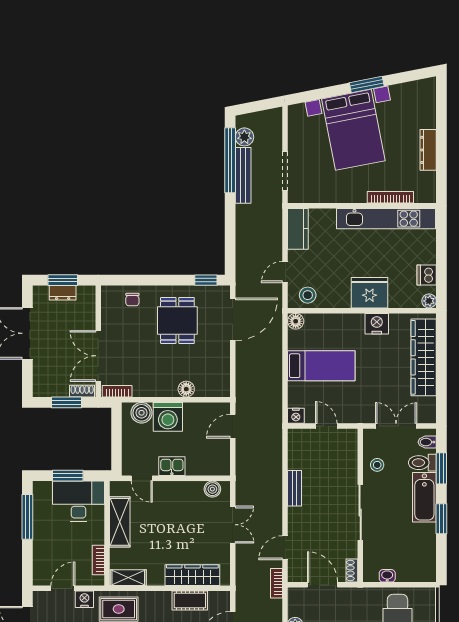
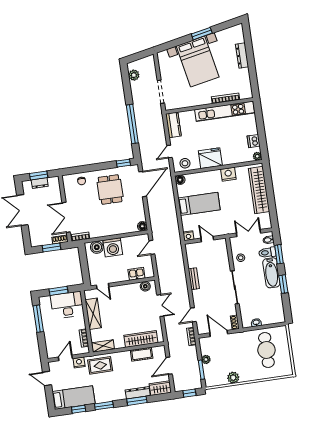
dresser: (428, 150) -> (242, 56), moved
window: (230, 160) -> (132, 124), moved
bench: (243, 175) -> (136, 98), removed
fridge: (369, 293) -> (210, 158), moved
floor lamp: (186, 389) -> (142, 226), moved
kitchen sink: (172, 466) -> (136, 274), moved

